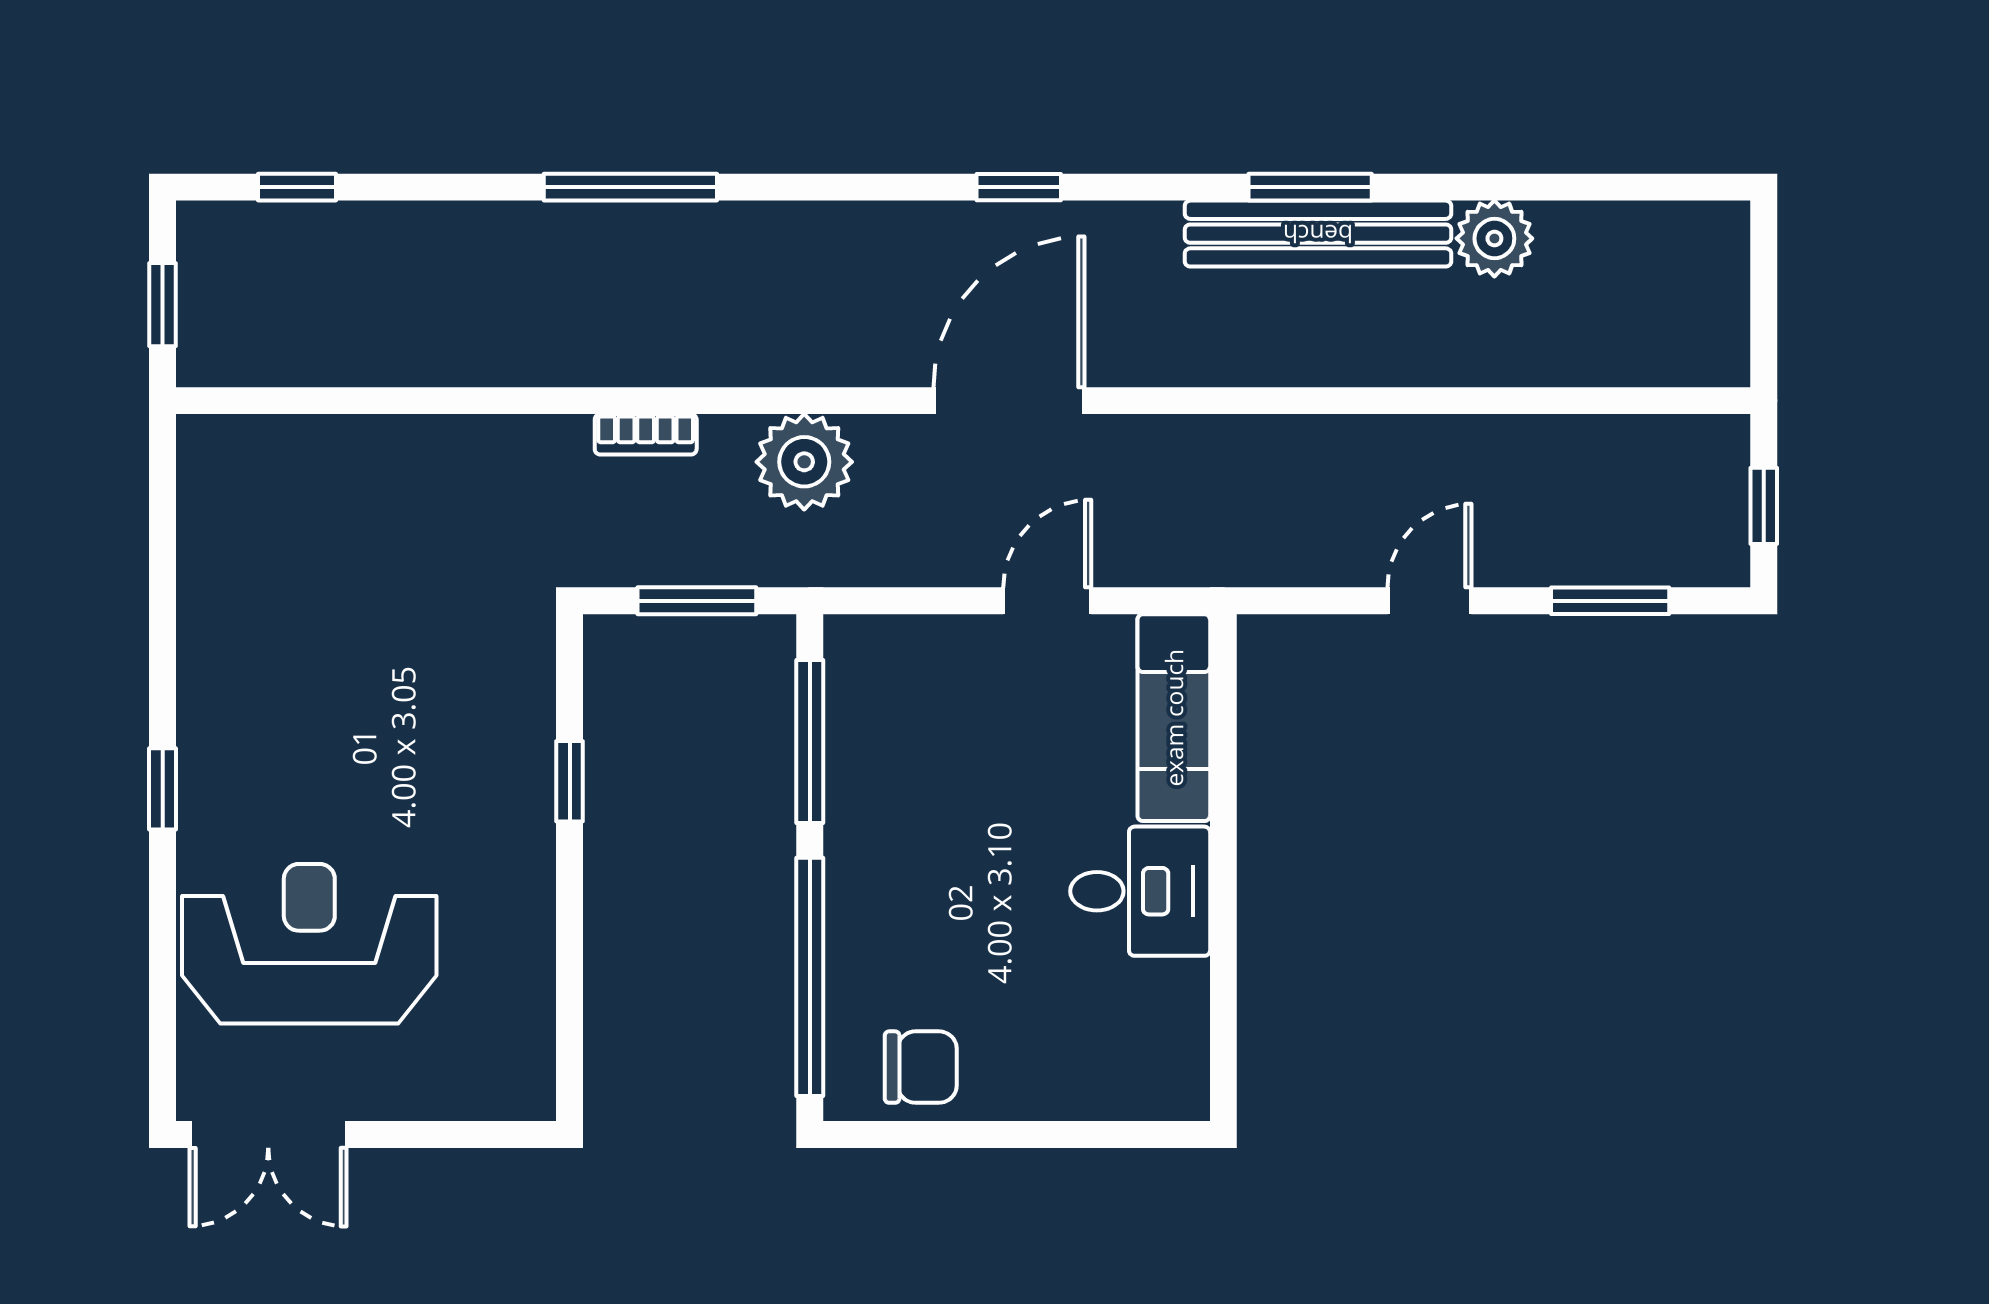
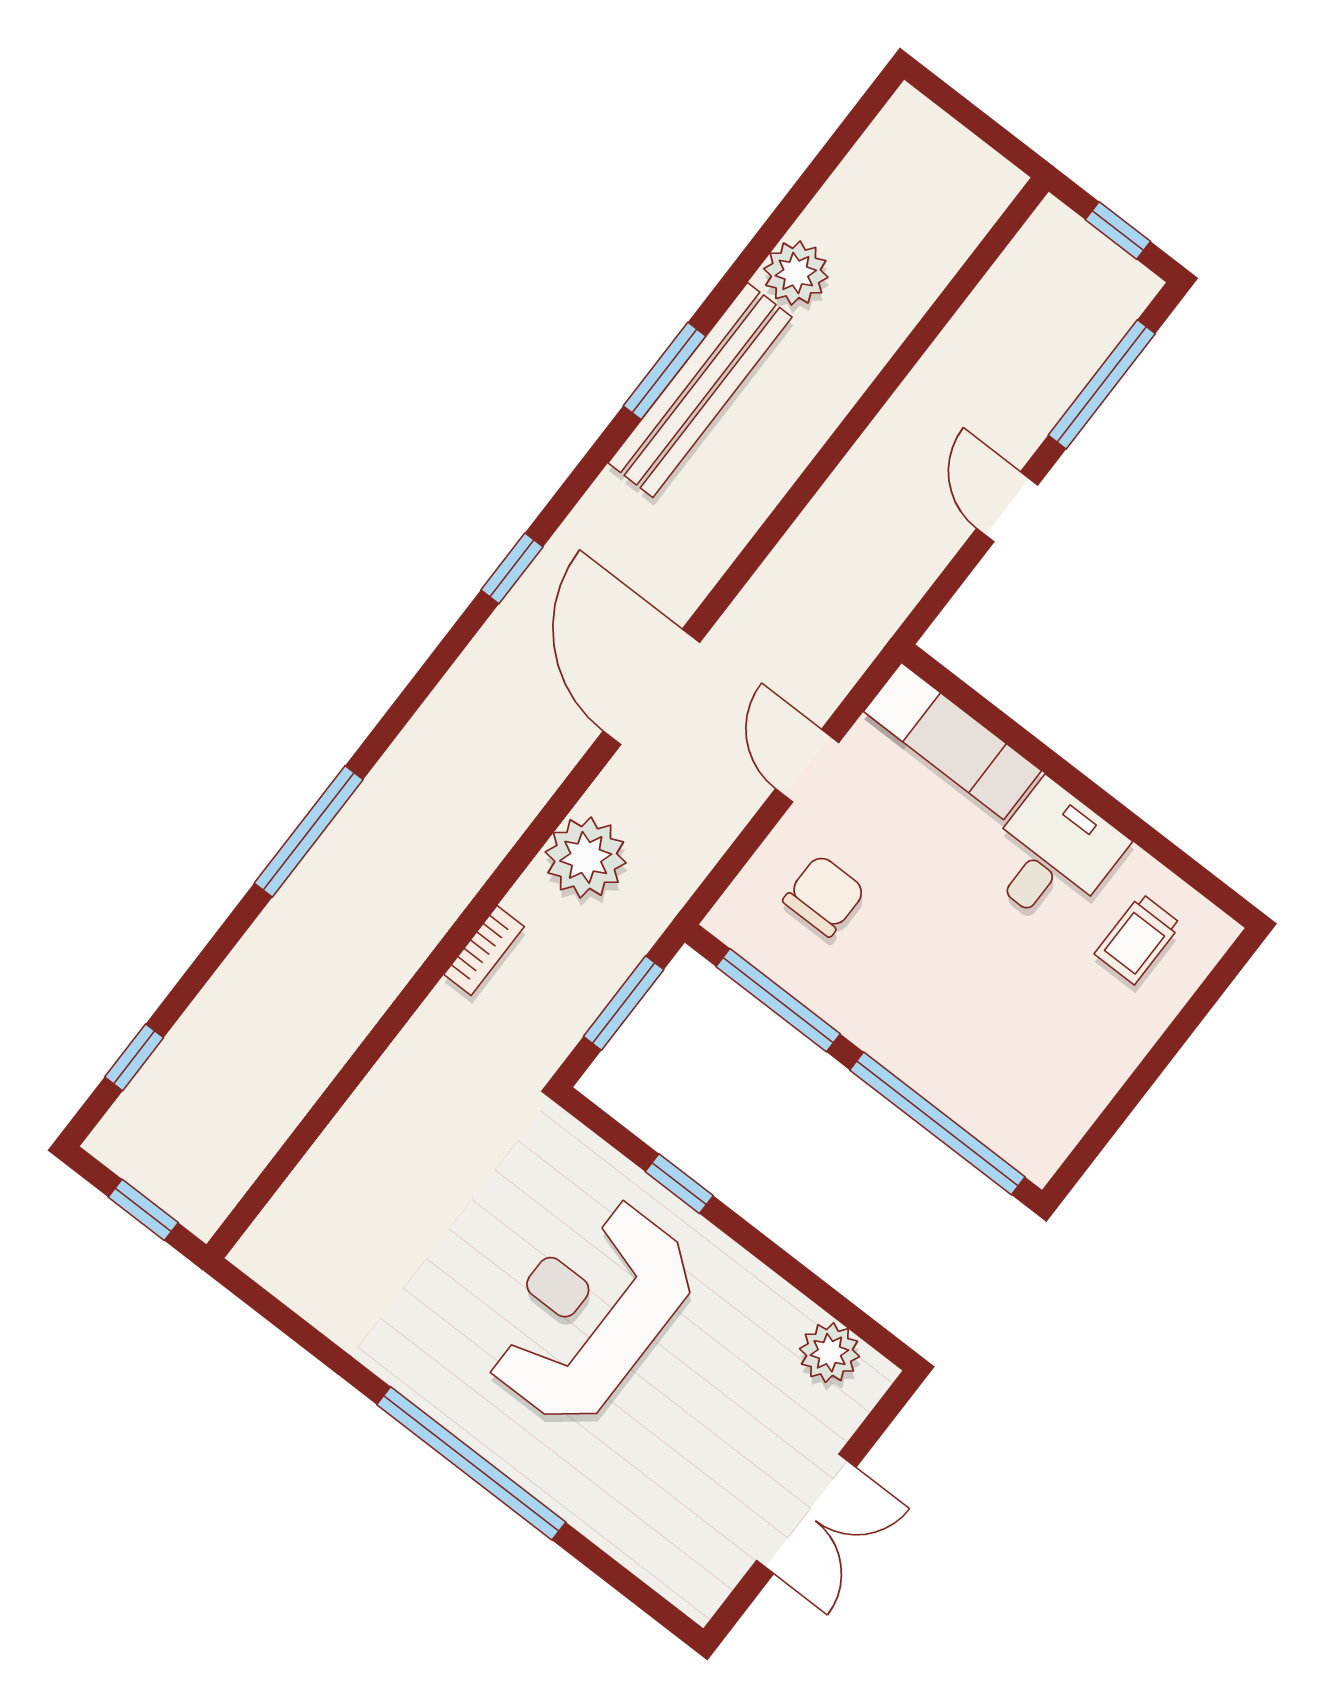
window: (1610, 601) -> (1102, 384), width x1.44
window: (163, 789) -> (471, 1463), width x3.17
reception desk: (309, 944) -> (589, 1311), moved
trolley: (1123, 1030) -> (1138, 939), added
plant: (521, 1041) -> (829, 1353), added
chair: (921, 1067) -> (824, 896), moved
double door: (268, 1135) -> (806, 1514), moved

